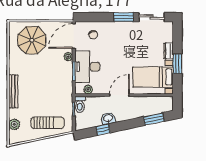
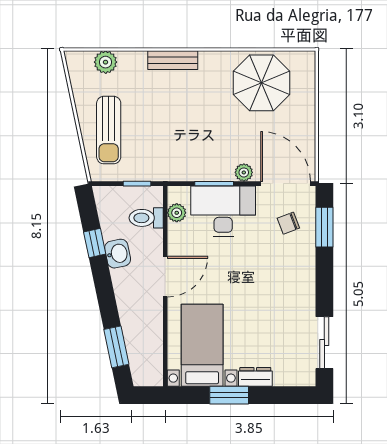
window: (124, 17) -> (324, 227), moved
parasol: (32, 40) -> (262, 83), moved
bench: (13, 91) -> (173, 60), width x0.73
door: (119, 95) -> (165, 277), hinge flipped
toilet: (80, 104) -> (146, 218), moved

